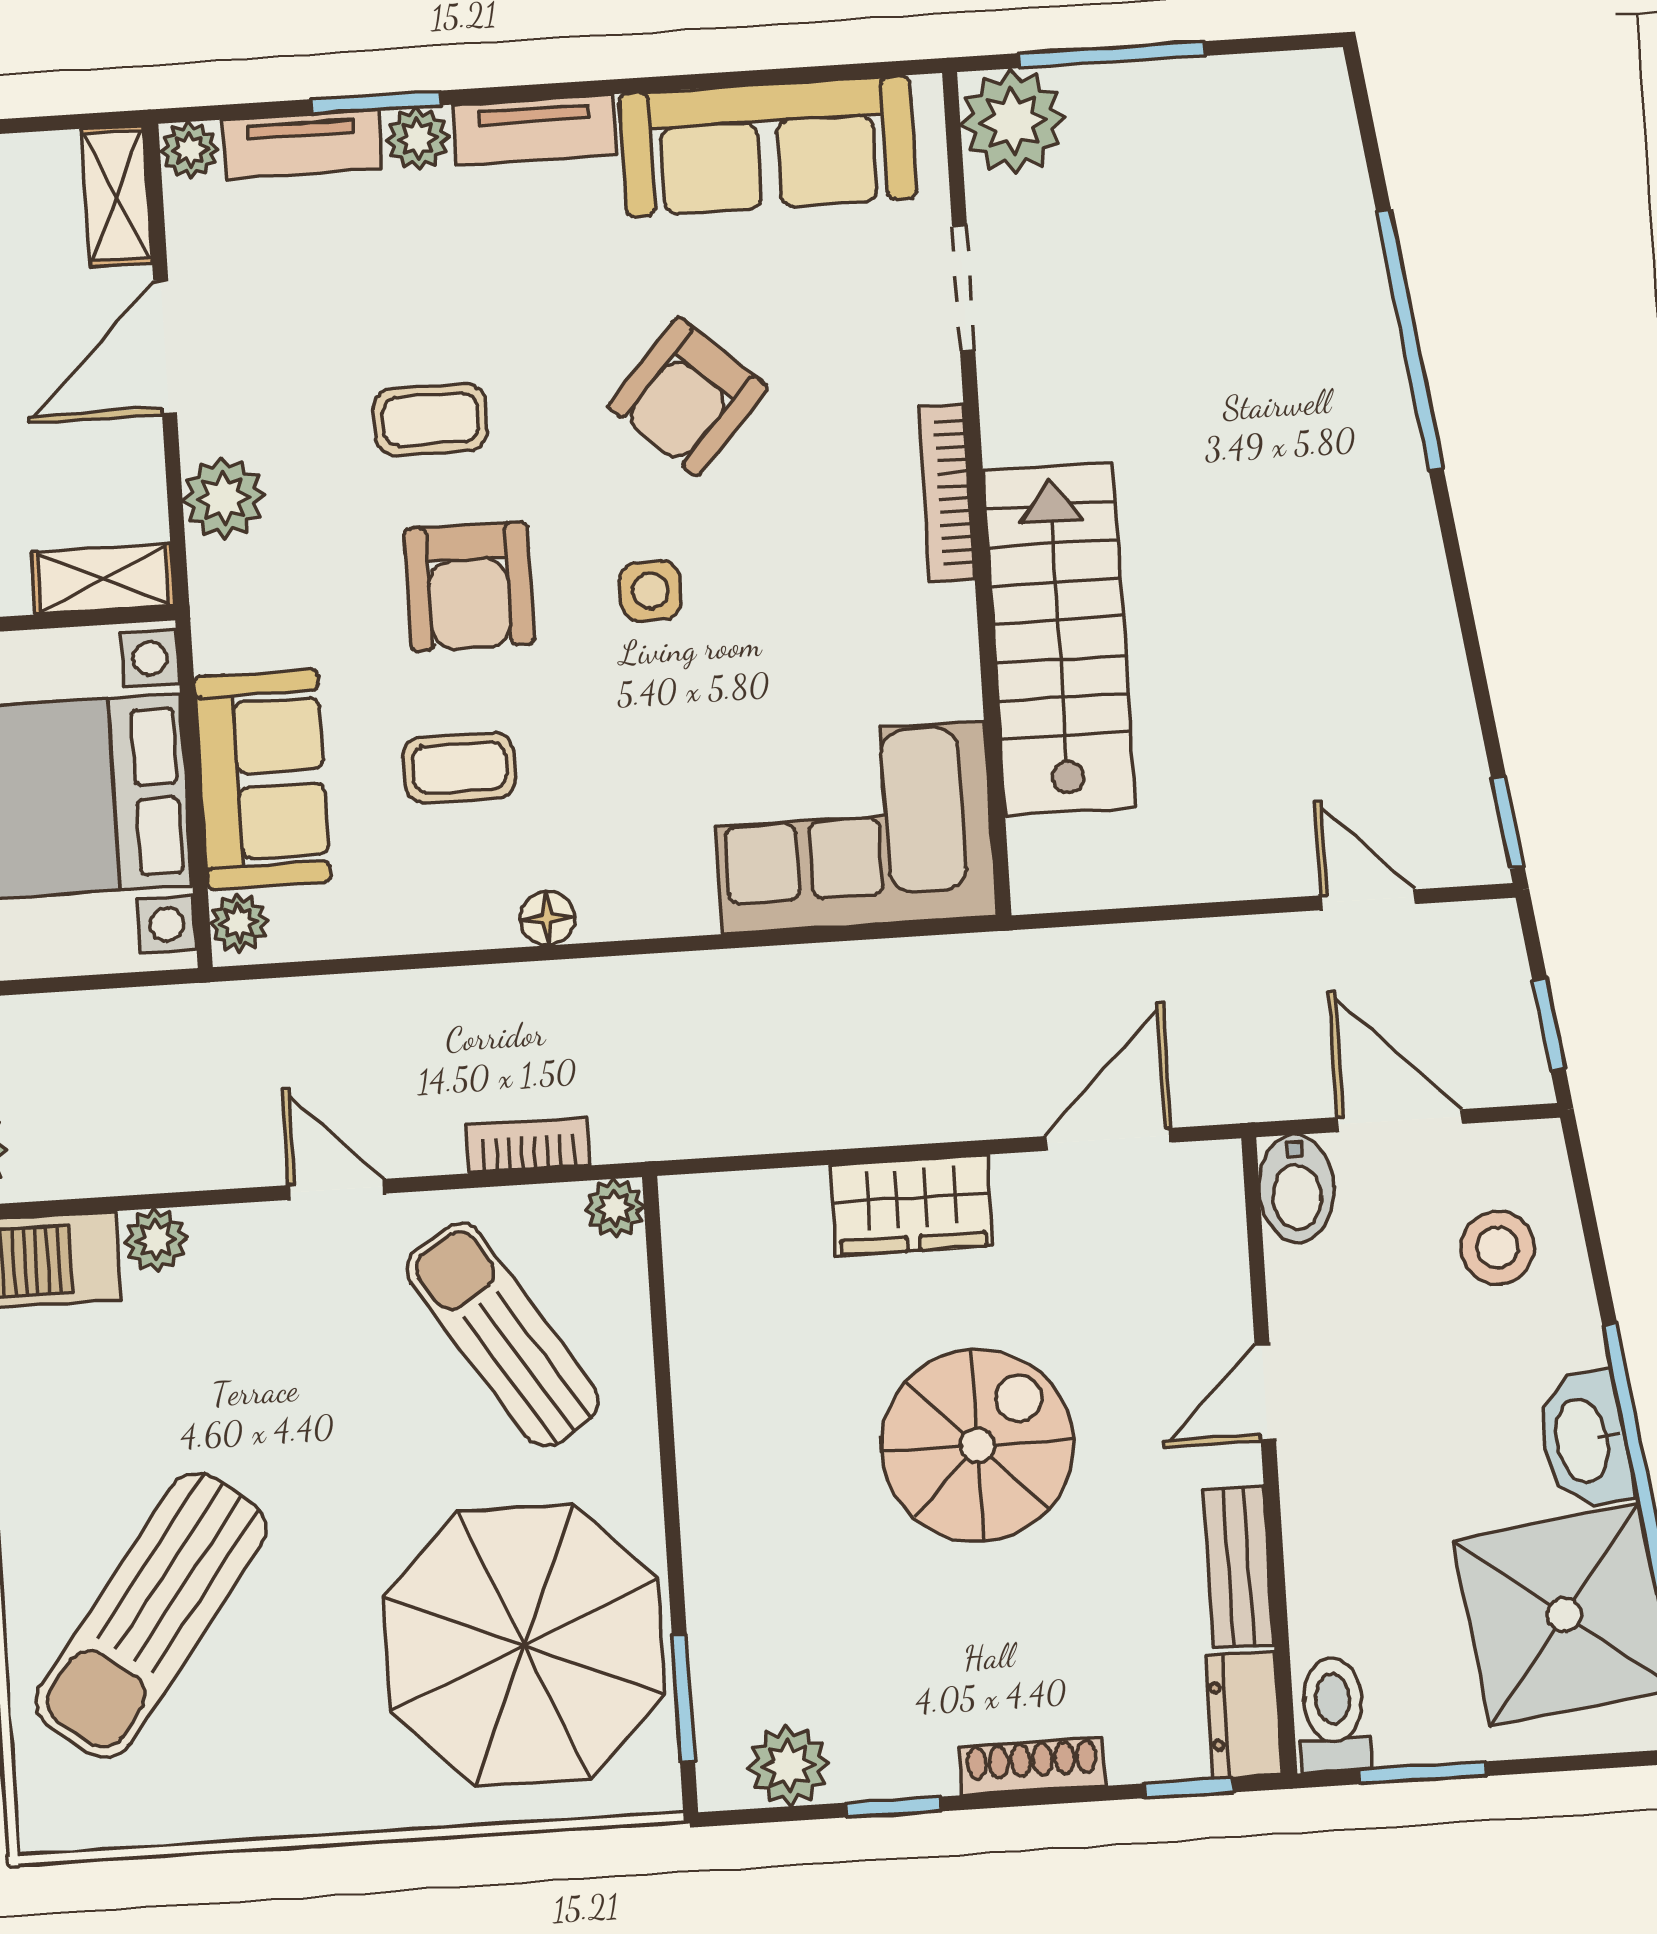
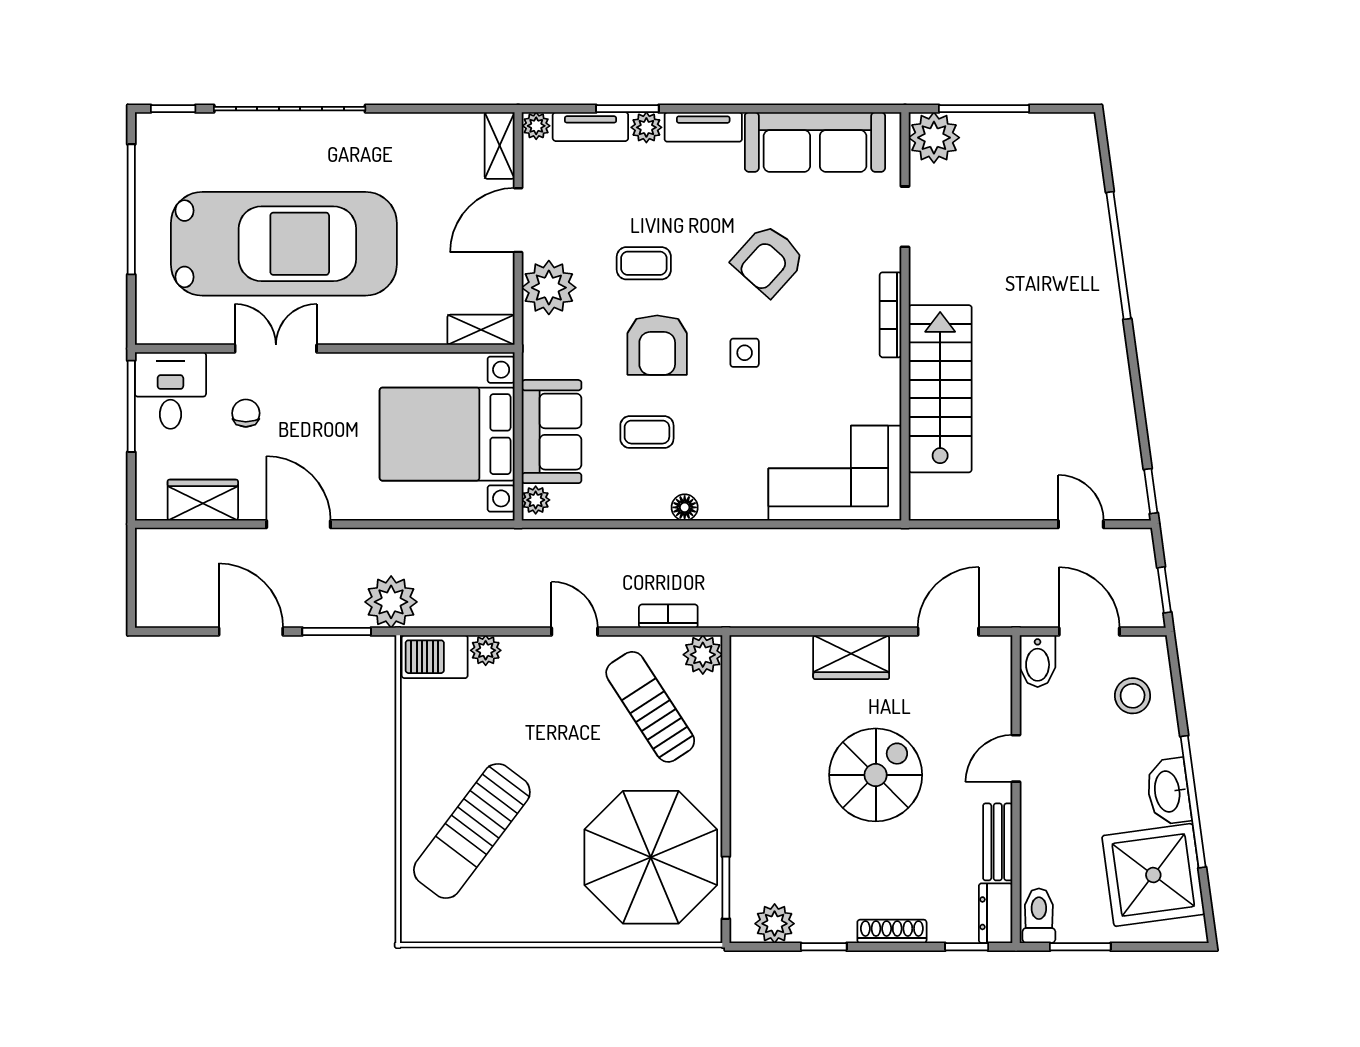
plant: (223, 498) -> (549, 288), width x1.36, depth x1.36
plant: (615, 1208) -> (703, 655), width x1.38, depth x1.38

